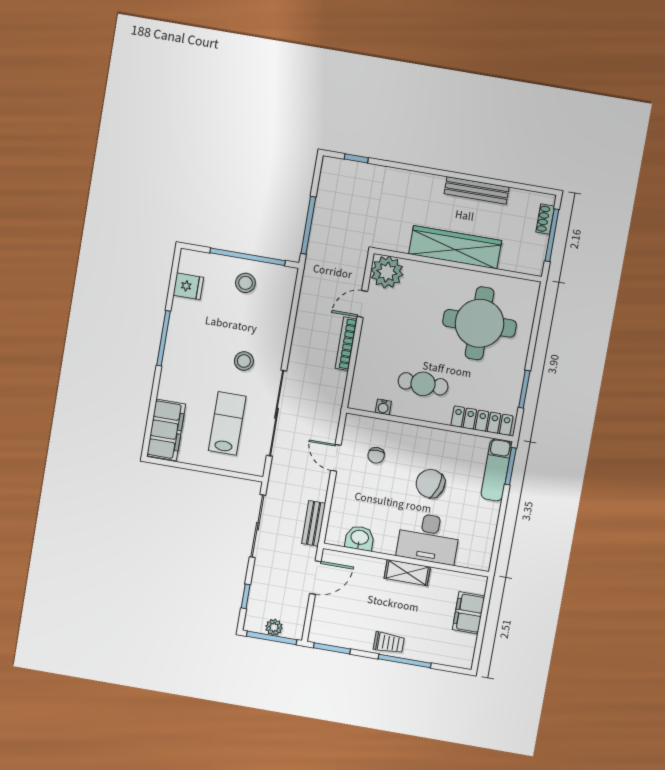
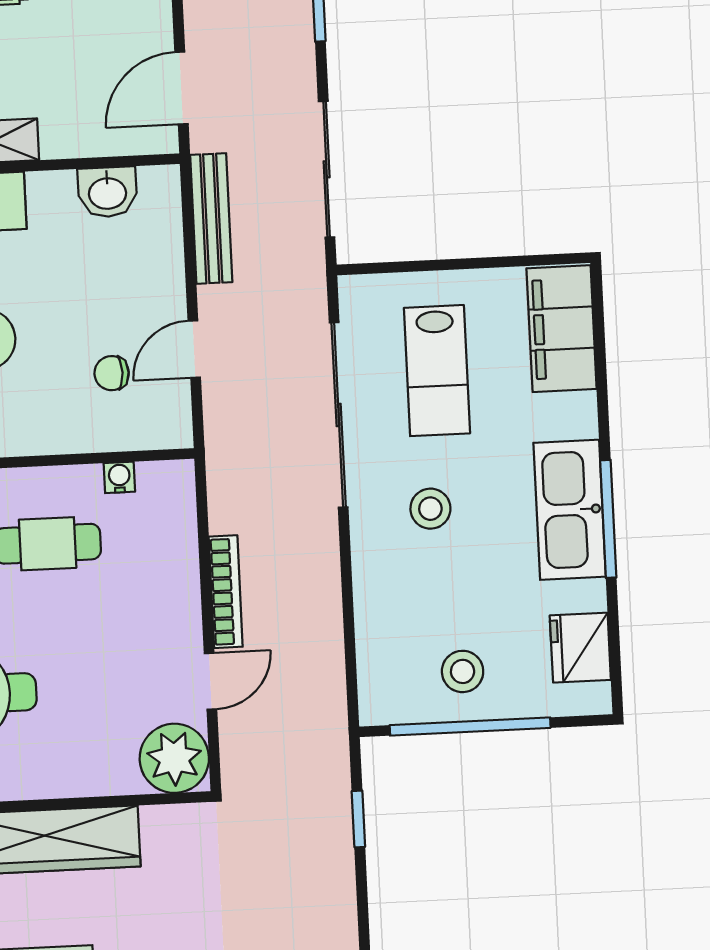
window: (308, 225) -> (358, 819), width x0.46
fridge: (188, 286) -> (580, 648), width x1.38
kitchen sink: (180, 346) -> (570, 510), added
chair: (376, 455) -> (112, 373), turned -90
door: (336, 458) -> (194, 349), swing flipped
bench: (314, 523) -> (211, 218), width x1.36

